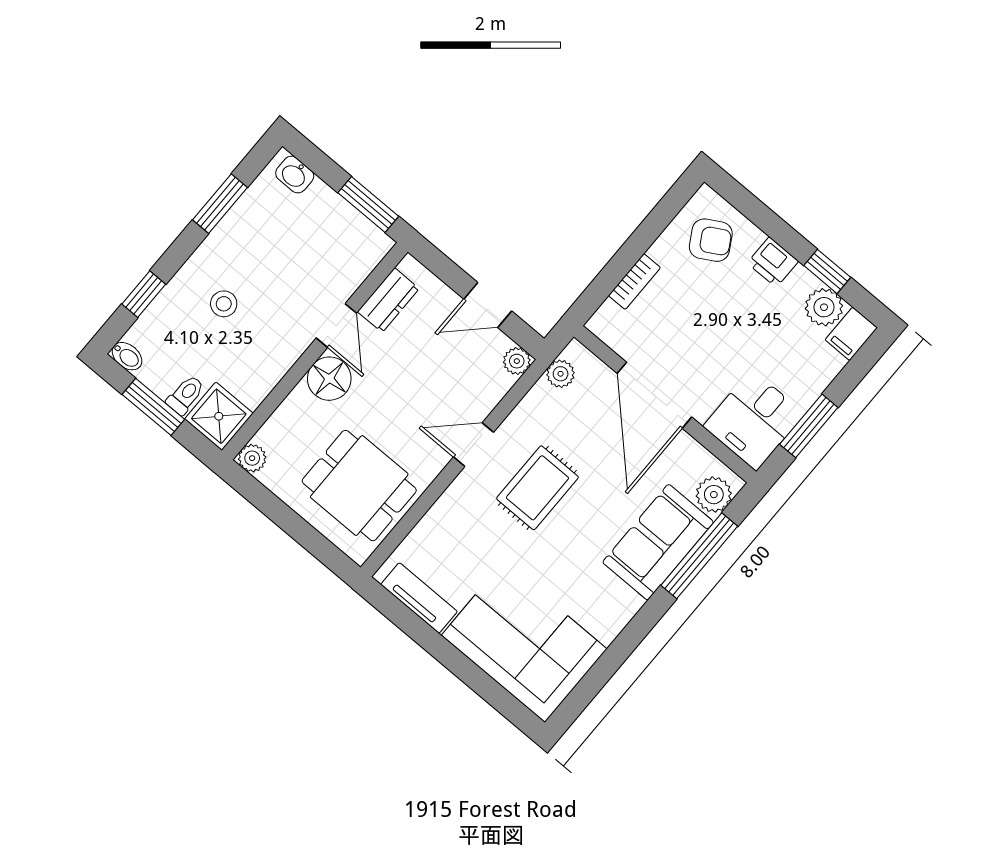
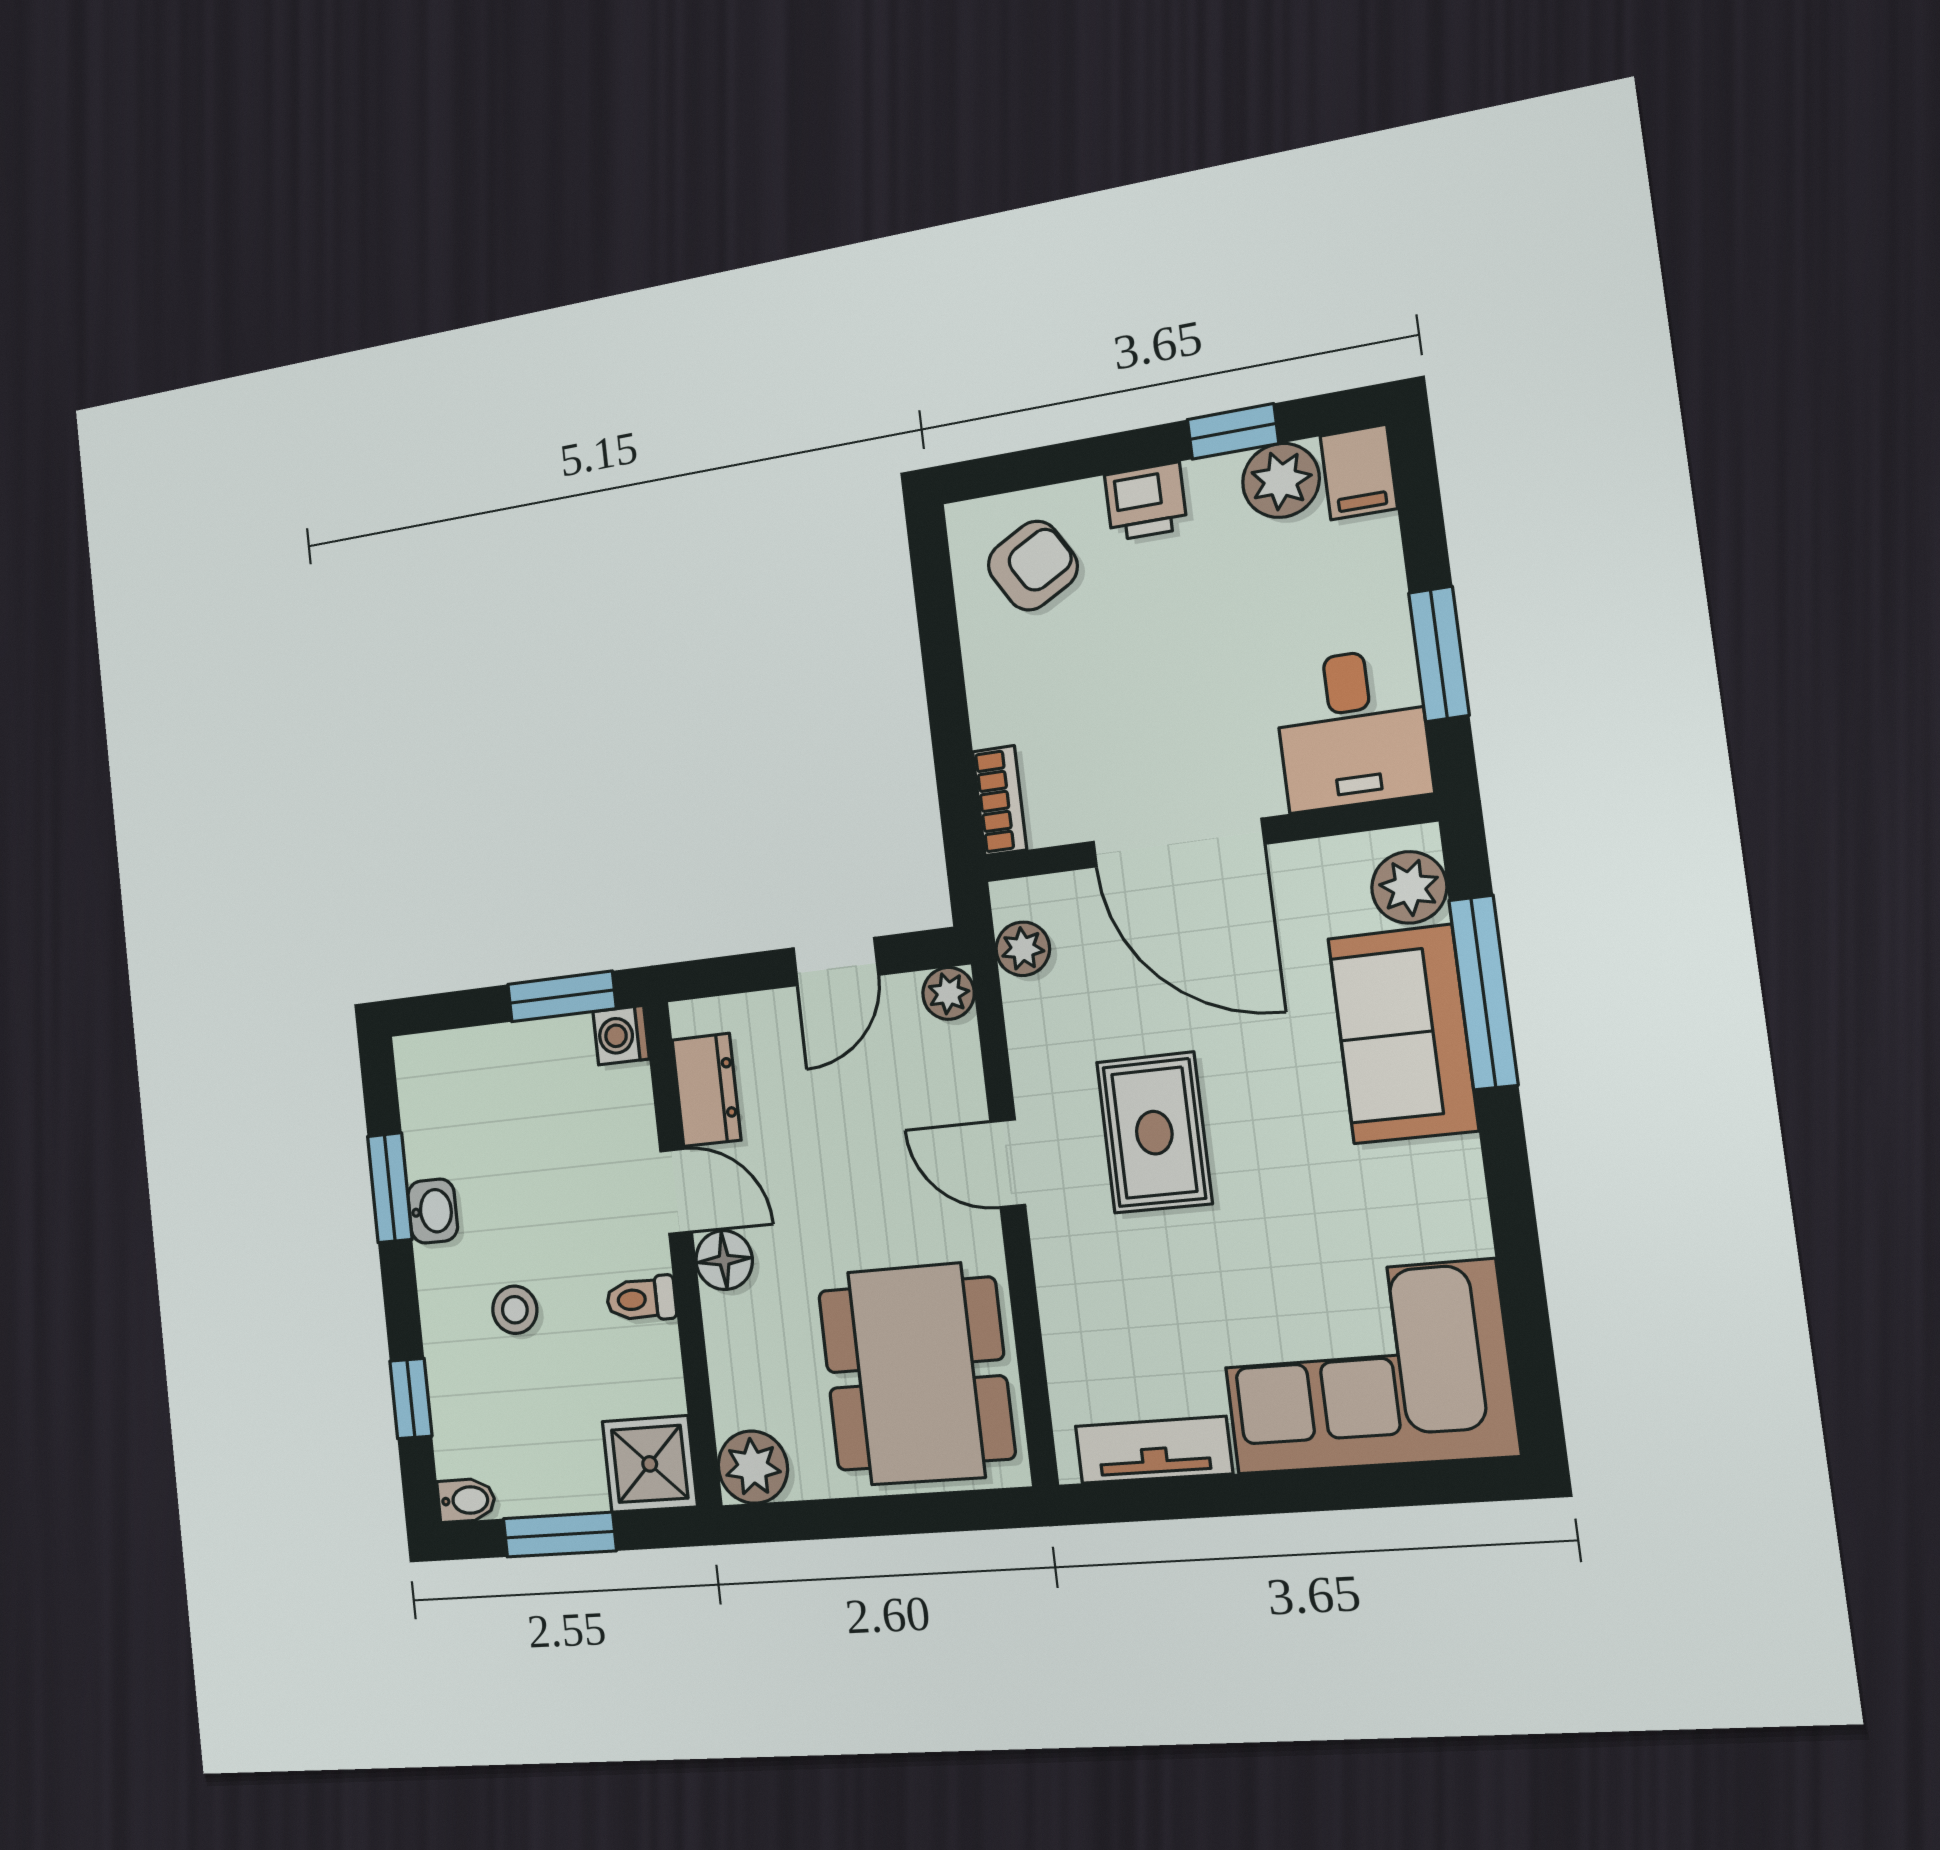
washbasin: (295, 175) -> (433, 1211), moved, turned -90
washing machine: (376, 244) -> (621, 1035), added
bookcase: (634, 282) -> (1000, 801), moved
floor lamp: (329, 379) -> (724, 1260), width x0.73, depth x0.73
toilet: (185, 395) -> (641, 1299), moved, turned -90
door: (474, 445) -> (1008, 1163), hinge flipped
plant: (252, 458) -> (753, 1467), width x1.38, depth x1.38
dining table: (359, 486) -> (916, 1374), width x1.38

